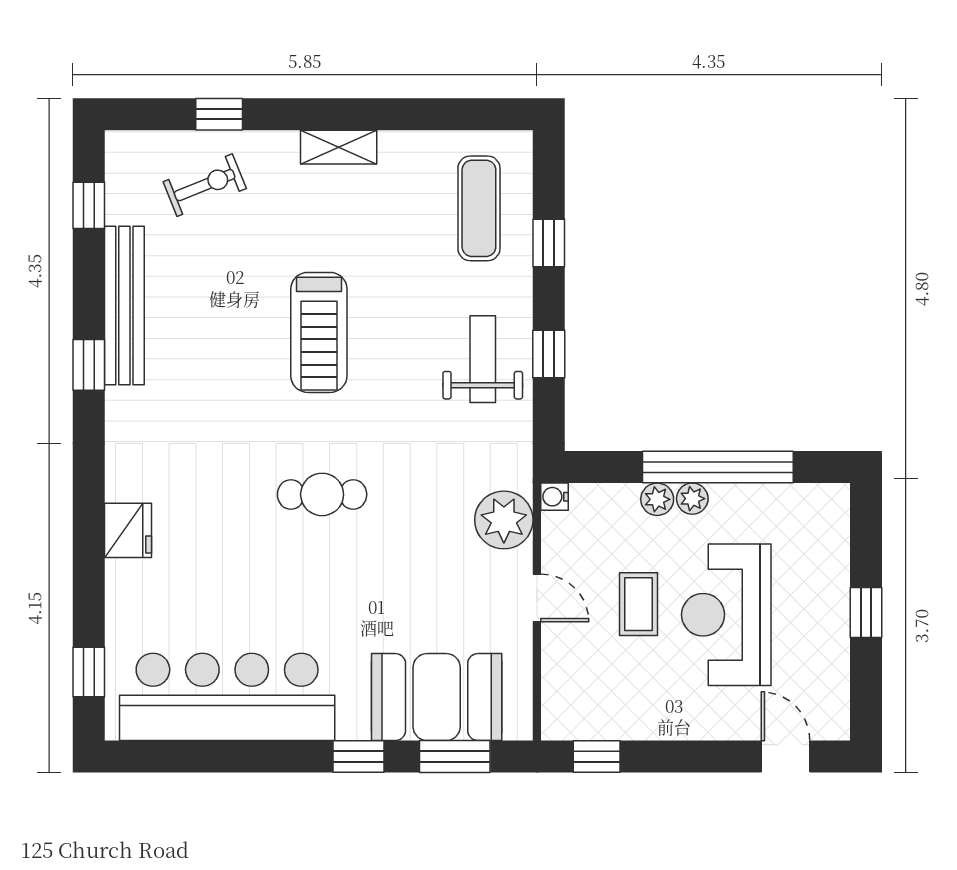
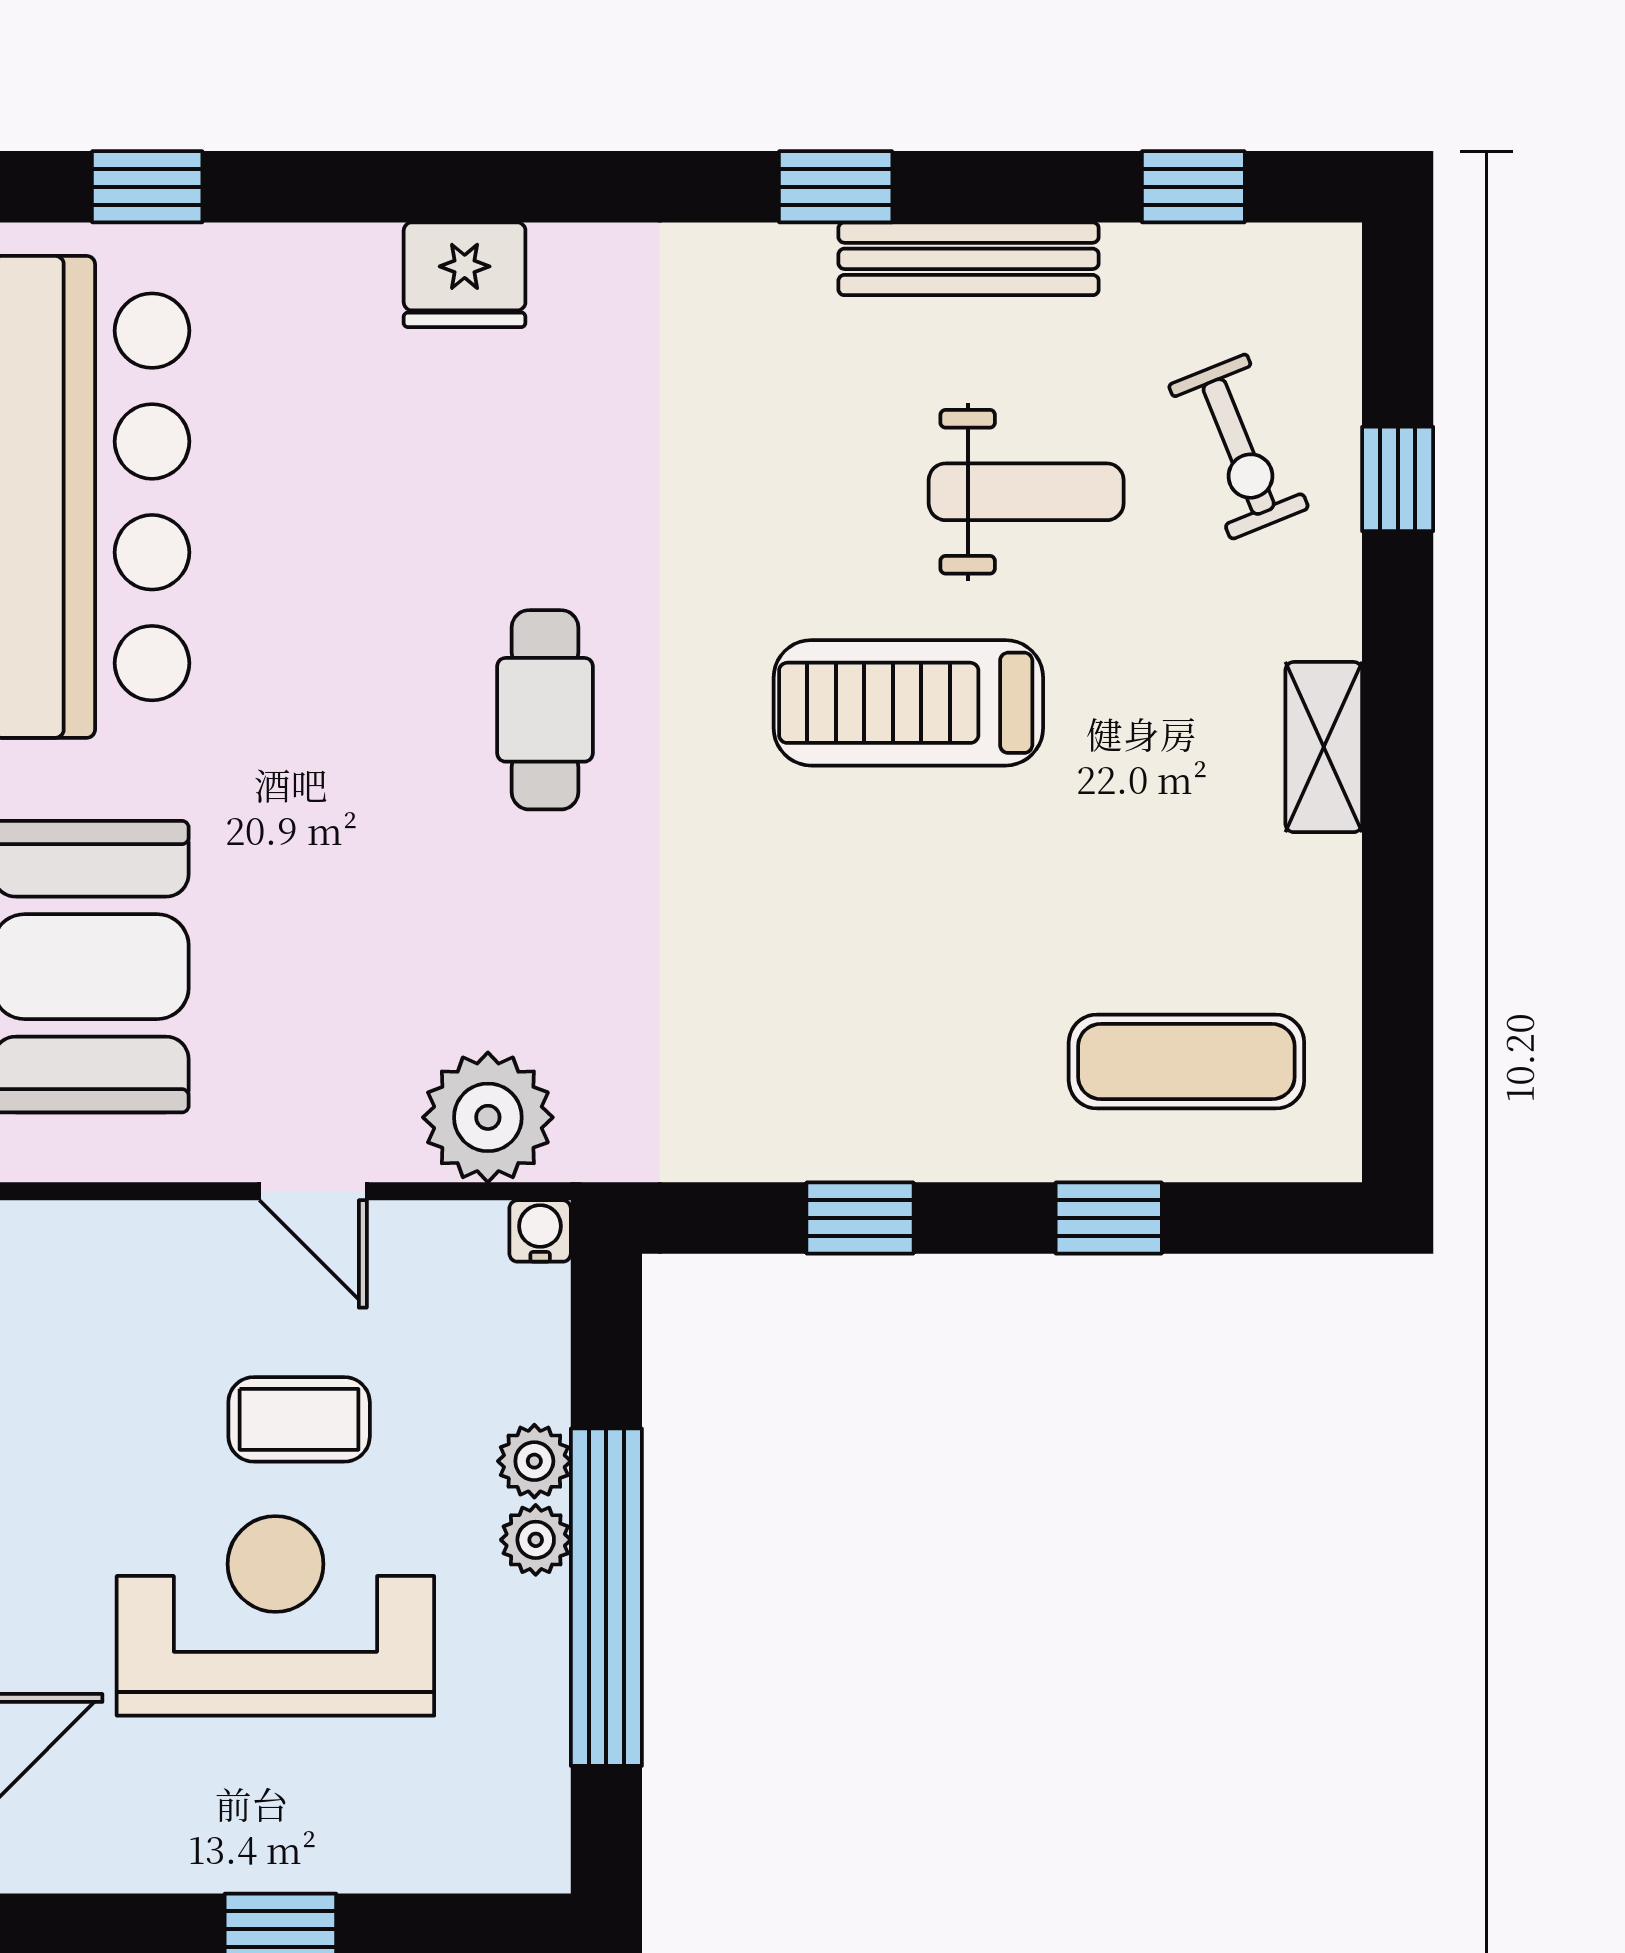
bench: (124, 306) -> (969, 259), width x0.73, depth x0.82
weight bench: (483, 359) -> (1026, 492), moved
door: (537, 598) -> (313, 1191), hinge flipped

